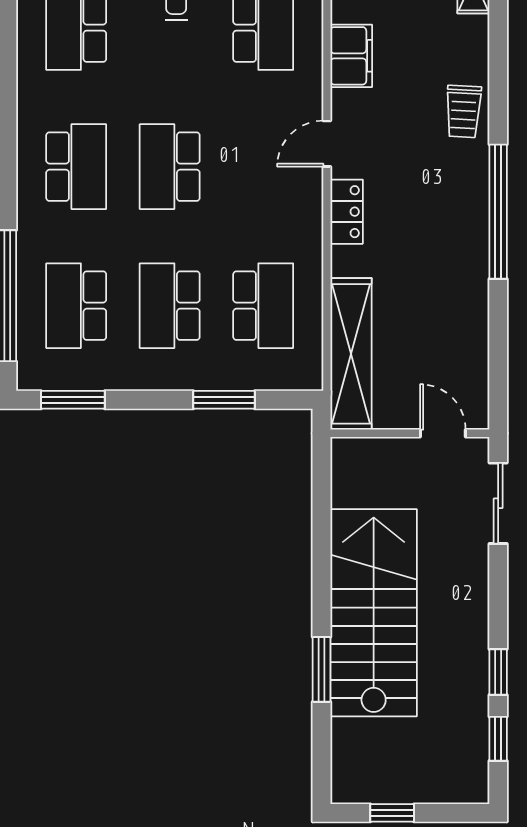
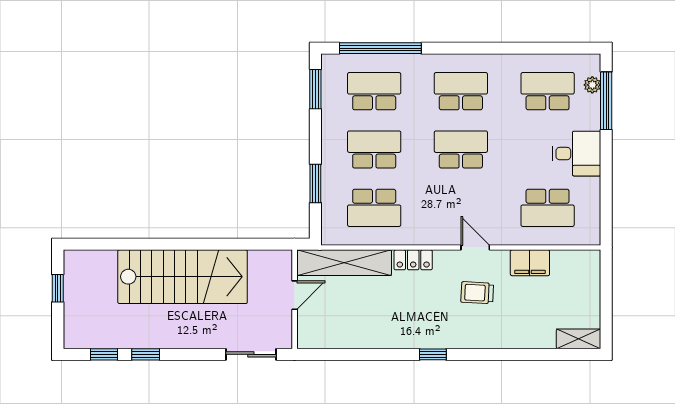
trolley: (463, 111) -> (477, 293), moved
school desk: (76, 167) -> (461, 91), turned 180
locker: (347, 212) -> (413, 260), moved
window: (498, 212) -> (433, 354), width x0.32
door: (443, 433) -> (295, 295), moved
window: (322, 669) -> (147, 244), removed

